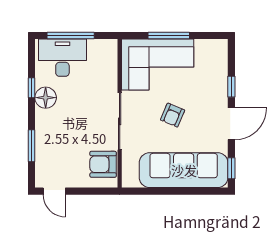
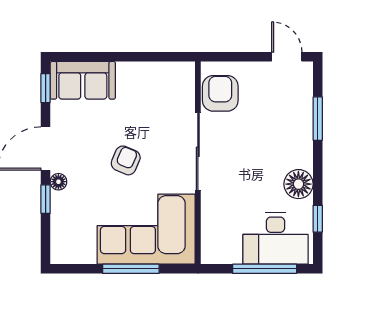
window: (32, 88) -> (318, 219), moved
floor lamp: (222, 99) -> (58, 182), added
armchair: (103, 164) -> (220, 93), turned -90
sofa: (184, 170) -> (83, 80), width x0.54, depth x0.79

